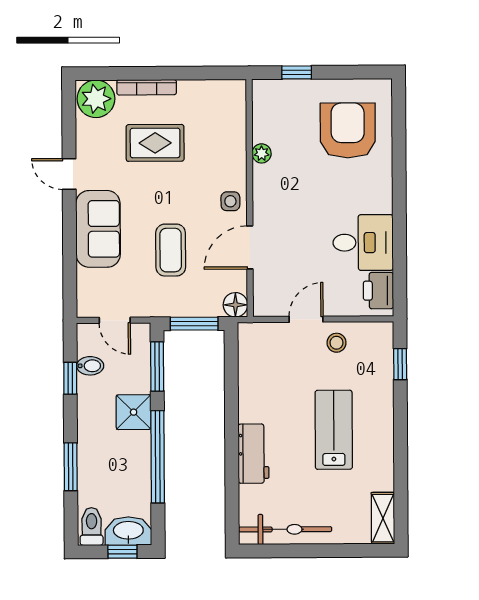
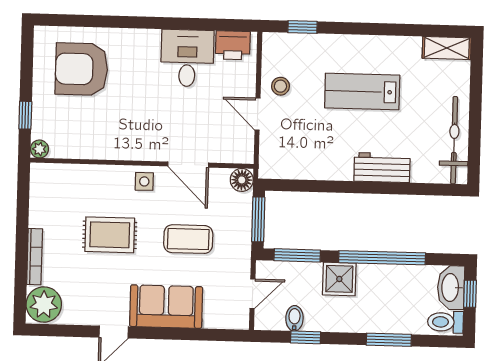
rug: (155, 143) -> (110, 235), moved, turned 90
plant: (262, 153) -> (39, 149), moved

